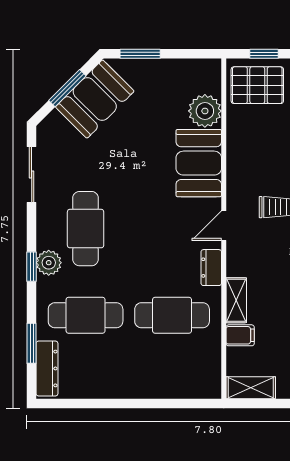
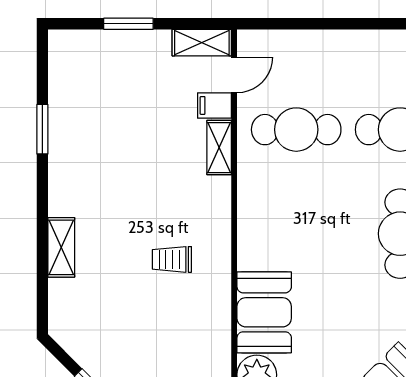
door: (224, 226) -> (234, 75), moved
dresser: (211, 268) -> (249, 187), removed

